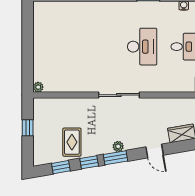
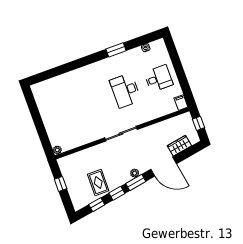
desk: (142, 47) -> (125, 90), turned 180
door: (155, 151) -> (164, 167), width x1.88

